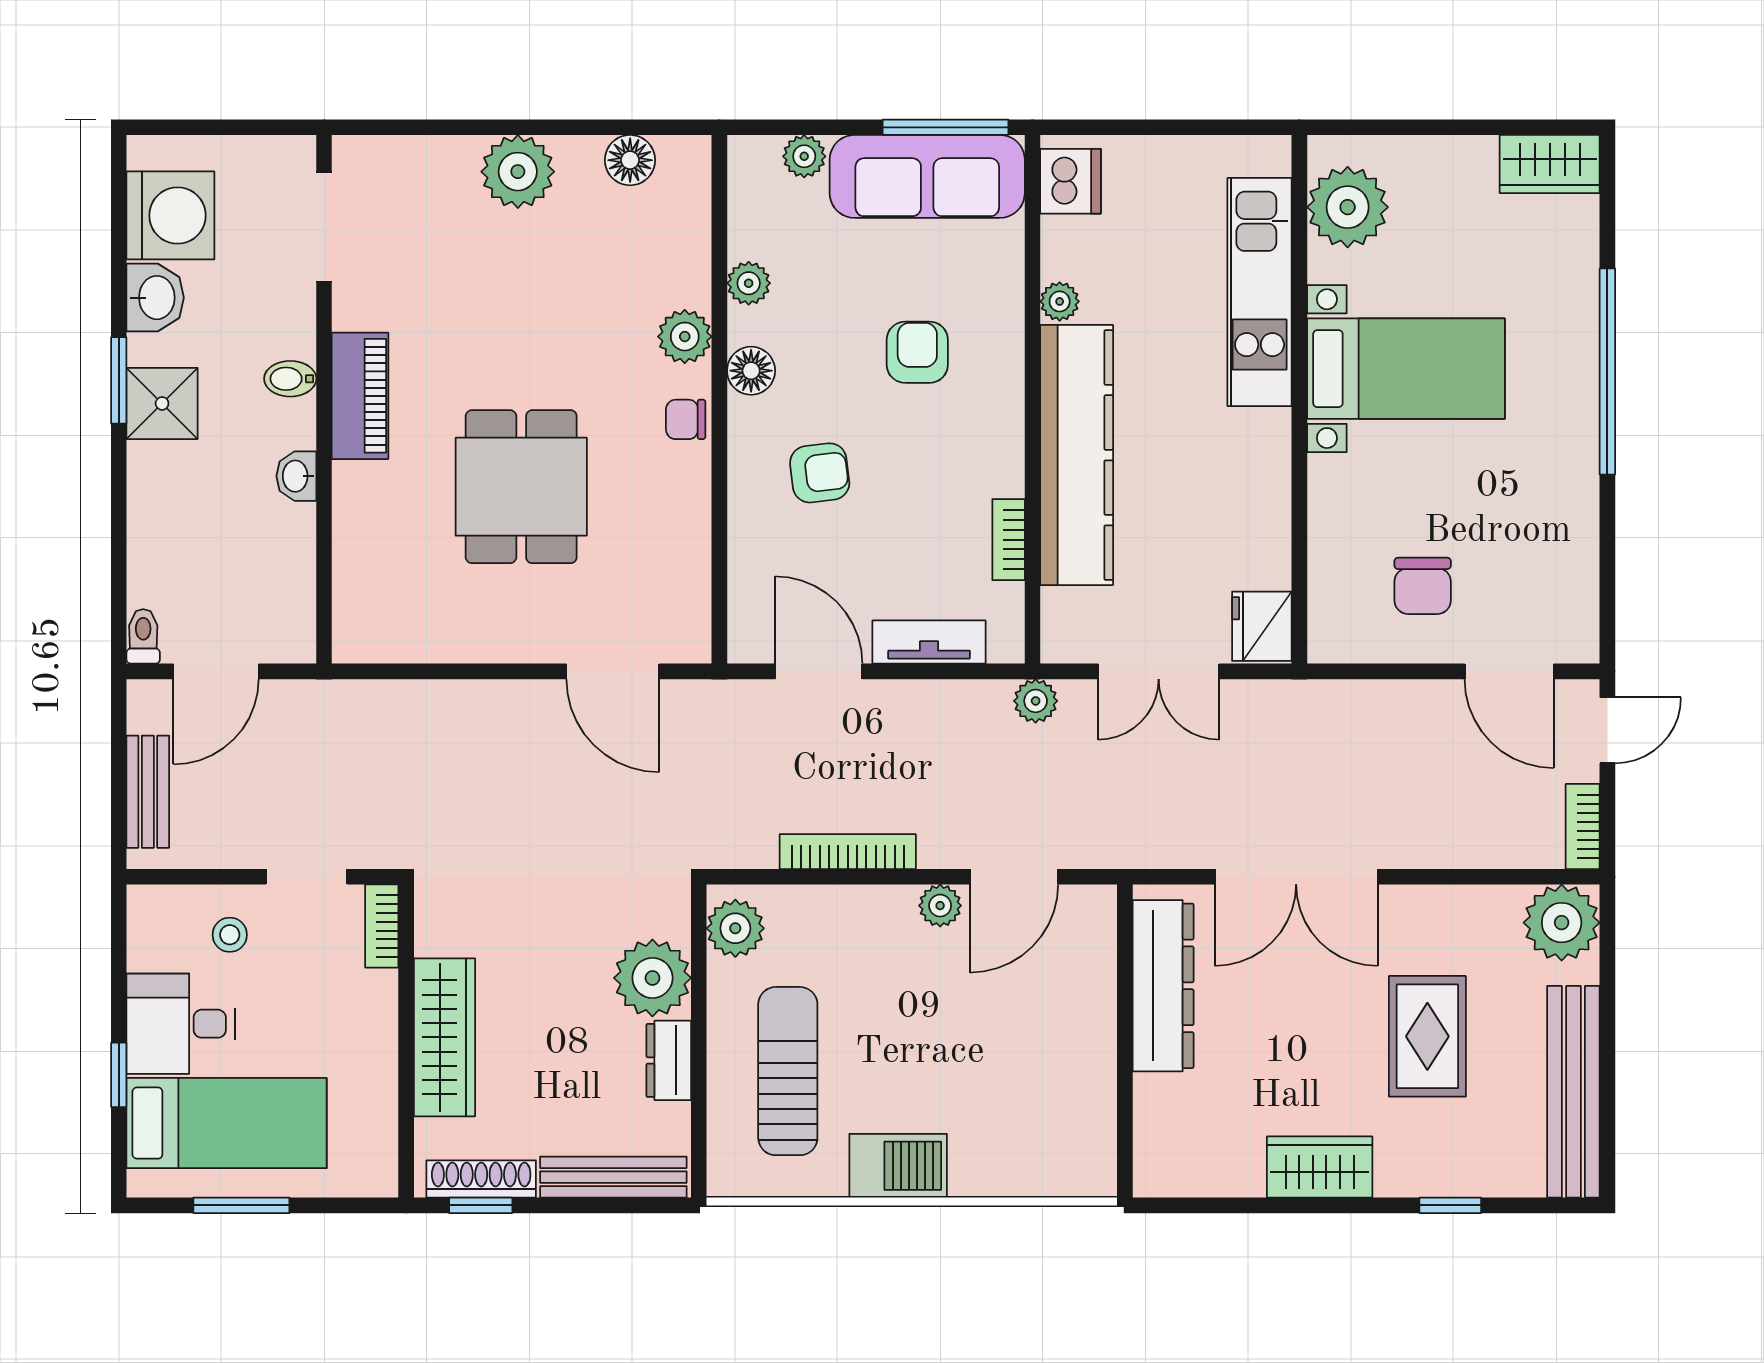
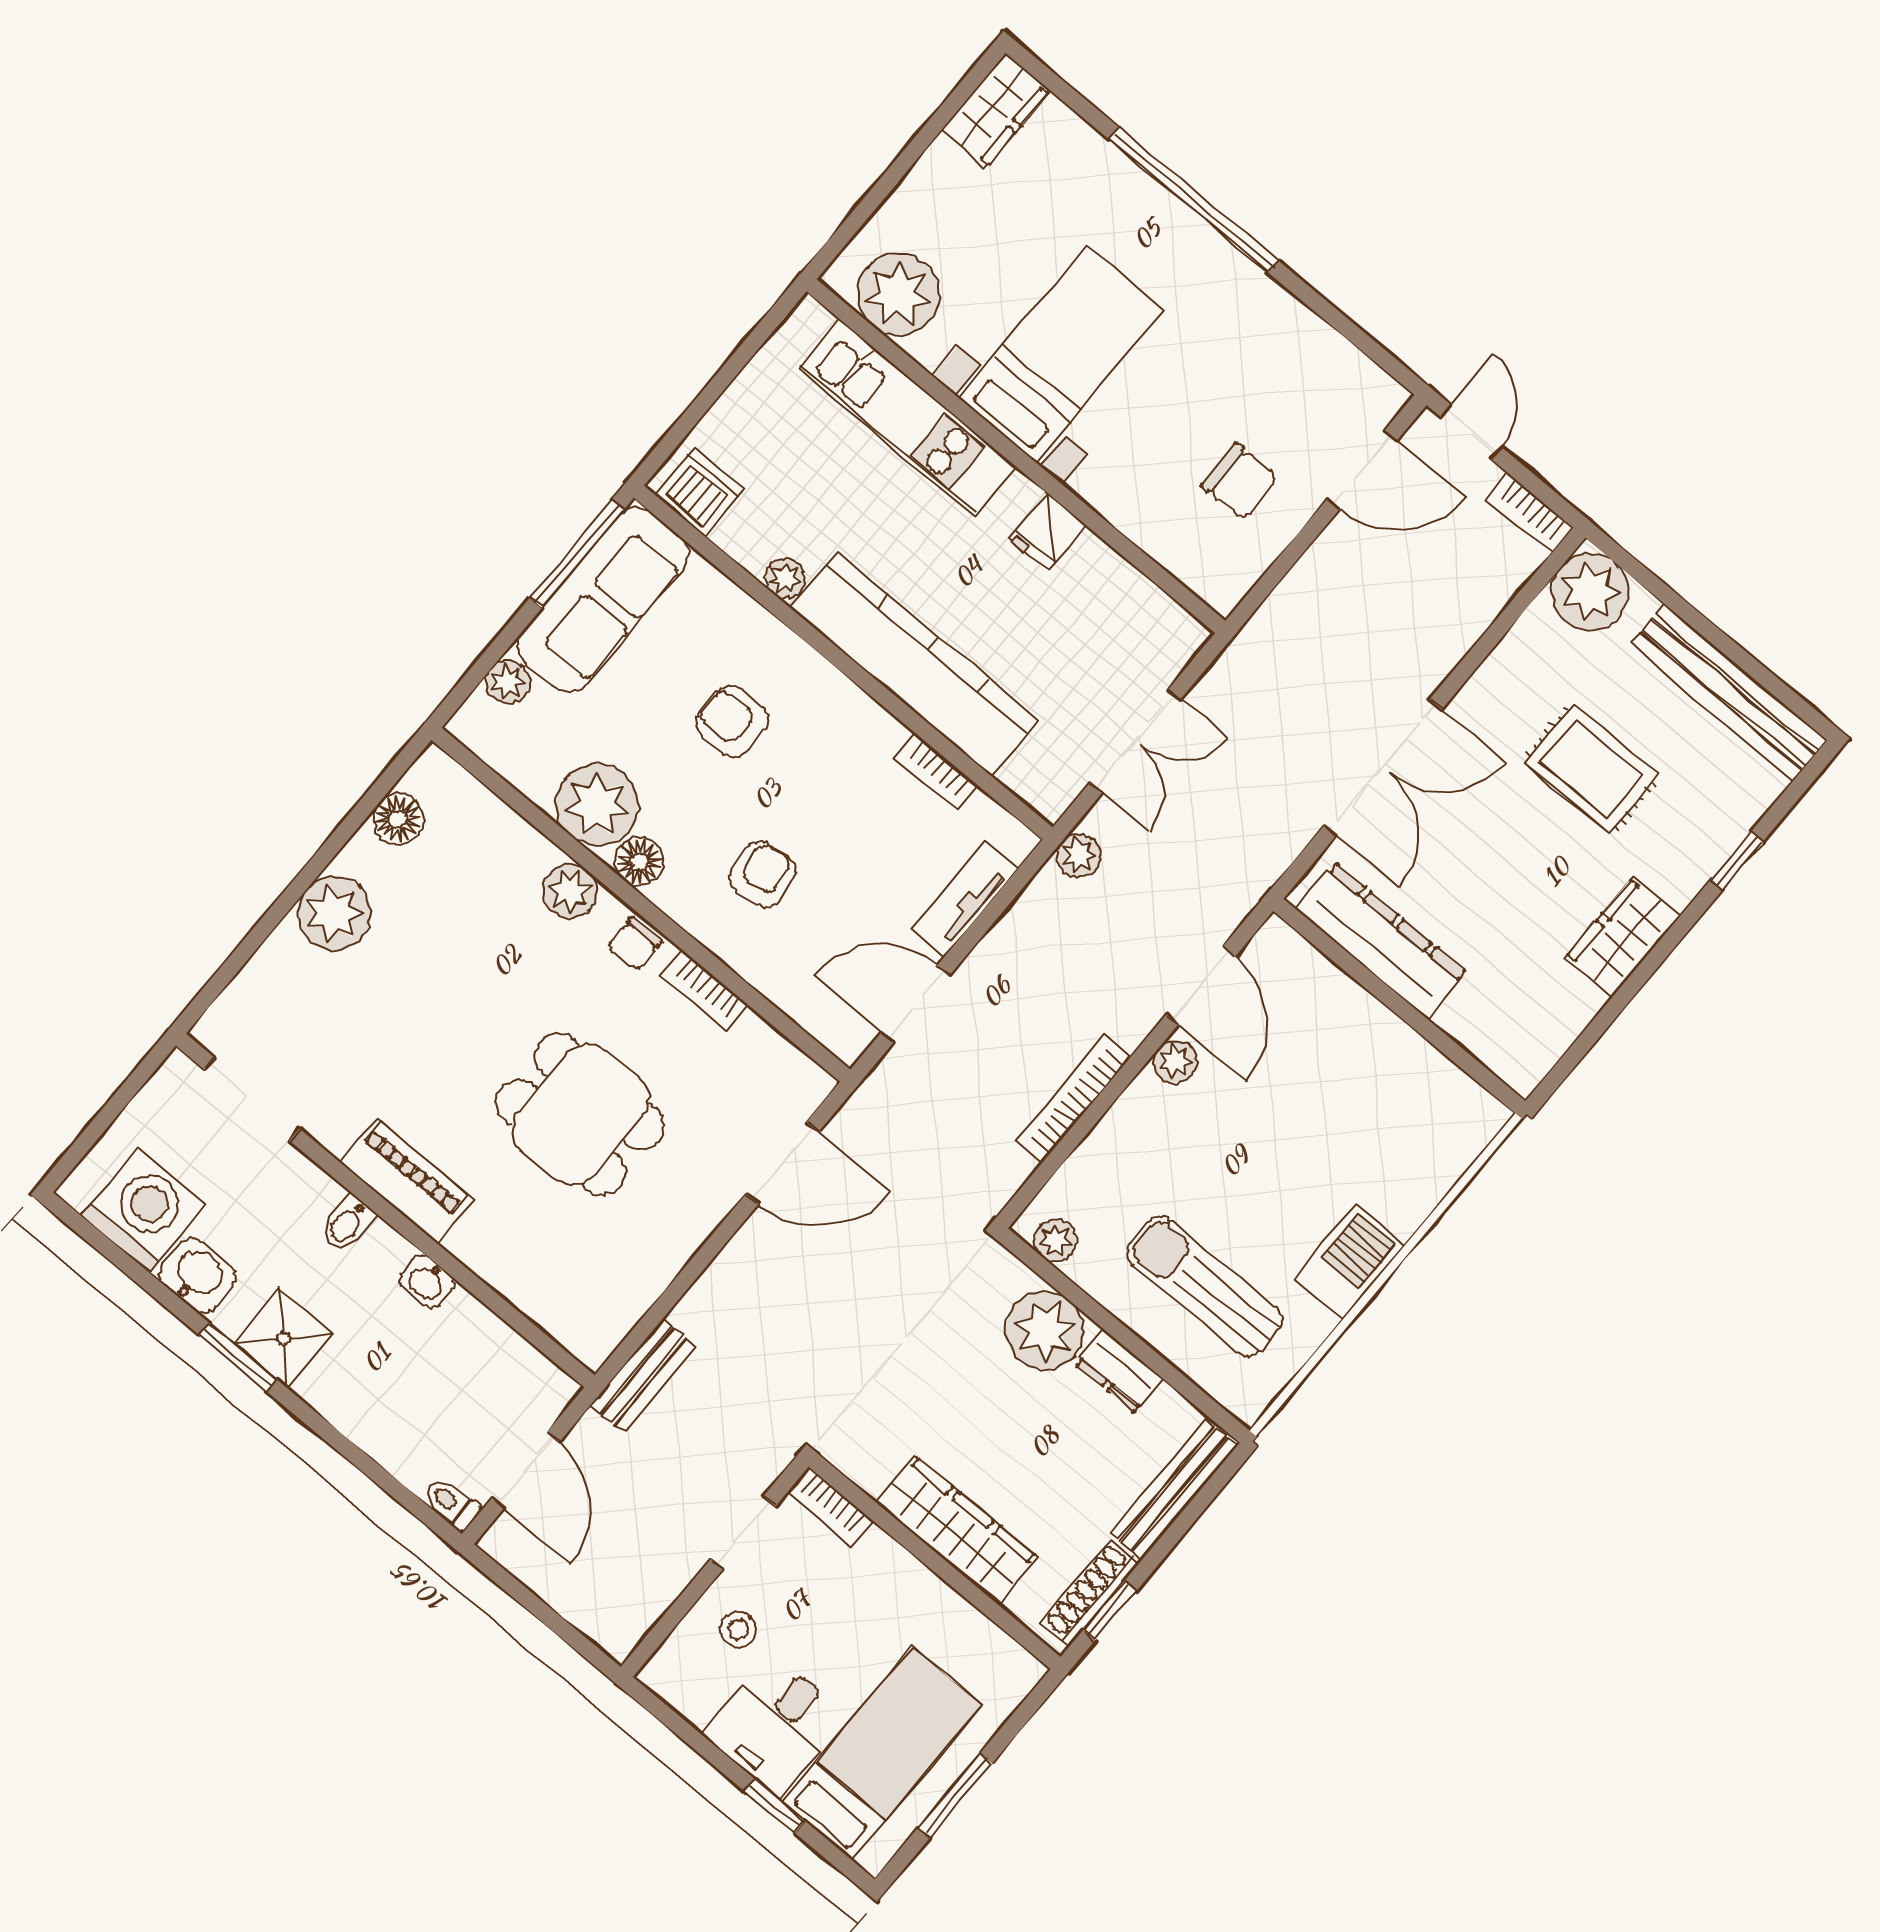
plant: (749, 283) -> (597, 805), width x1.88, depth x1.88
bookcase: (695, 503) -> (705, 991), added
fridge: (1262, 626) -> (1047, 532), moved, width x0.72
bench: (148, 792) -> (643, 1376), moved, turned 90
plant: (735, 928) -> (1055, 1241), width x0.73, depth x0.73

